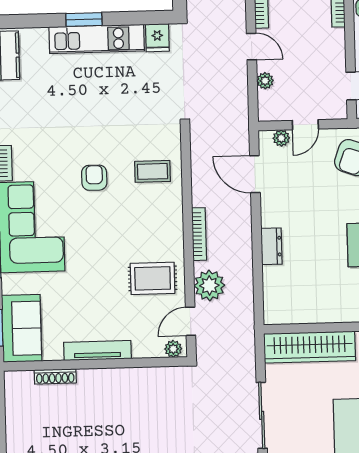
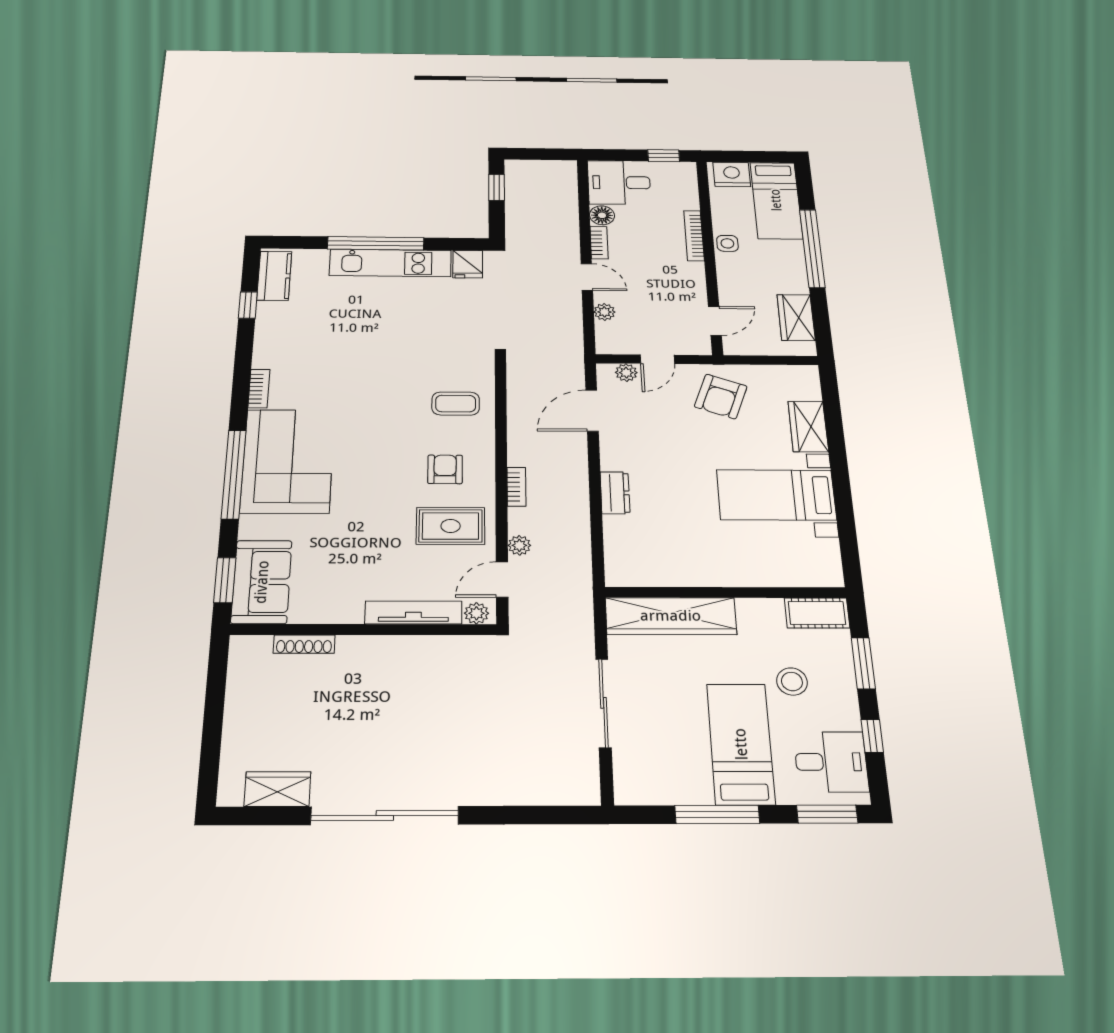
window: (84, 19) -> (376, 243), width x2.11
door: (255, 174) -> (592, 411), hinge flipped
armchair: (94, 178) -> (445, 469), moved
bookcase: (199, 234) -> (516, 487), width x0.64
plant: (209, 285) -> (519, 545), width x0.53, depth x0.53
tv unit: (97, 351) -> (413, 613), moved

